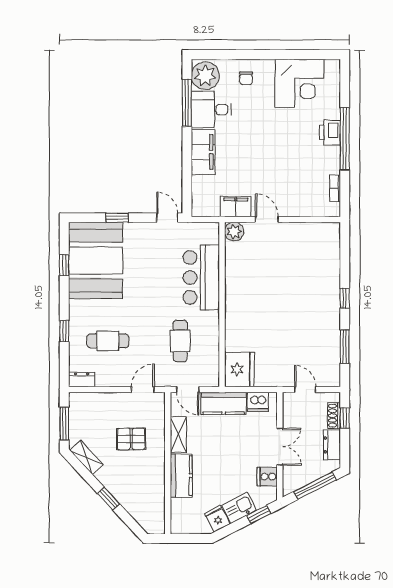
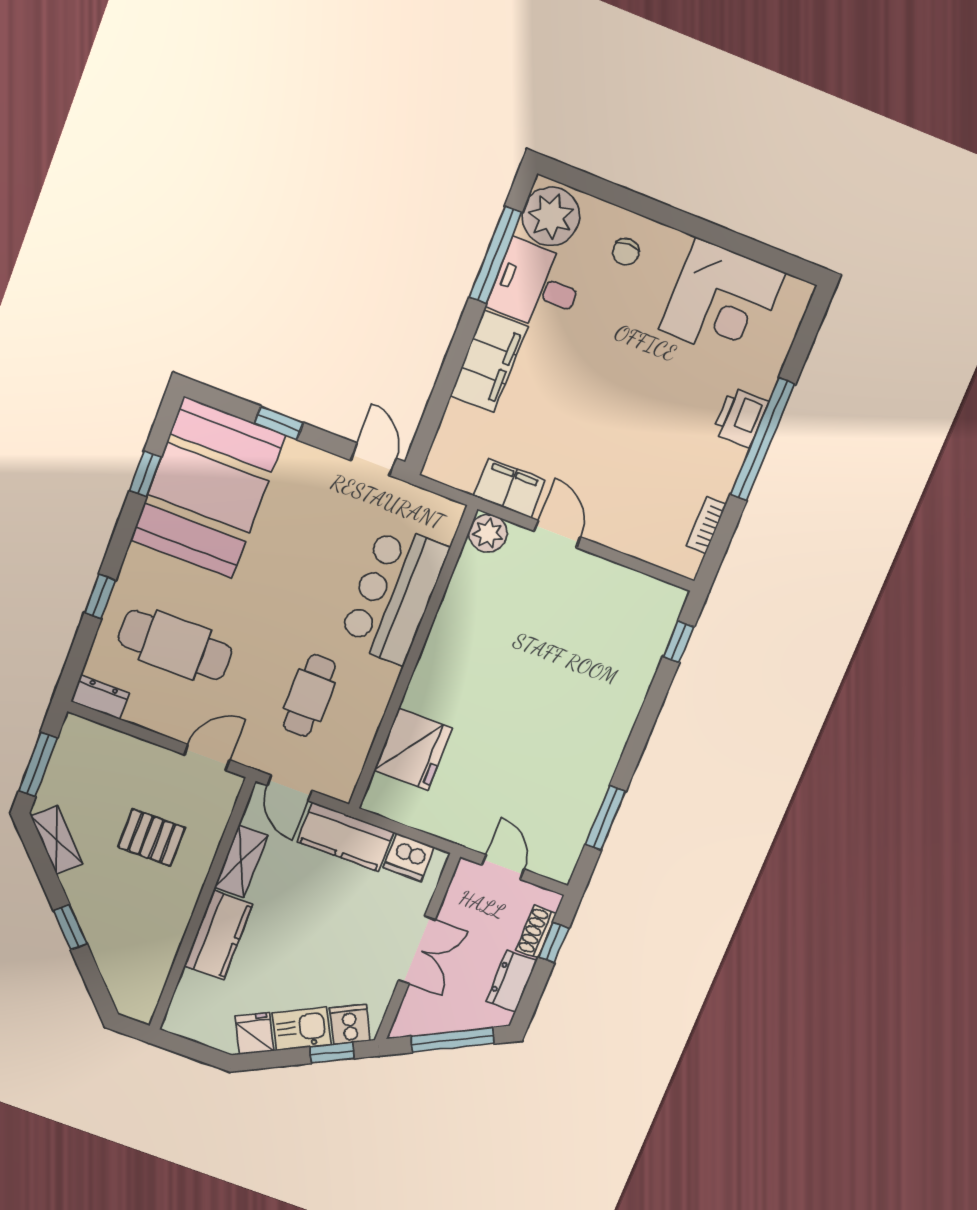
window: (345, 298) -> (679, 642), moved
cafe table: (108, 341) -> (175, 645), width x1.37, depth x1.35
fridge: (239, 369) -> (413, 749), moved
cooker: (267, 477) -> (350, 1024), moved, turned 63

